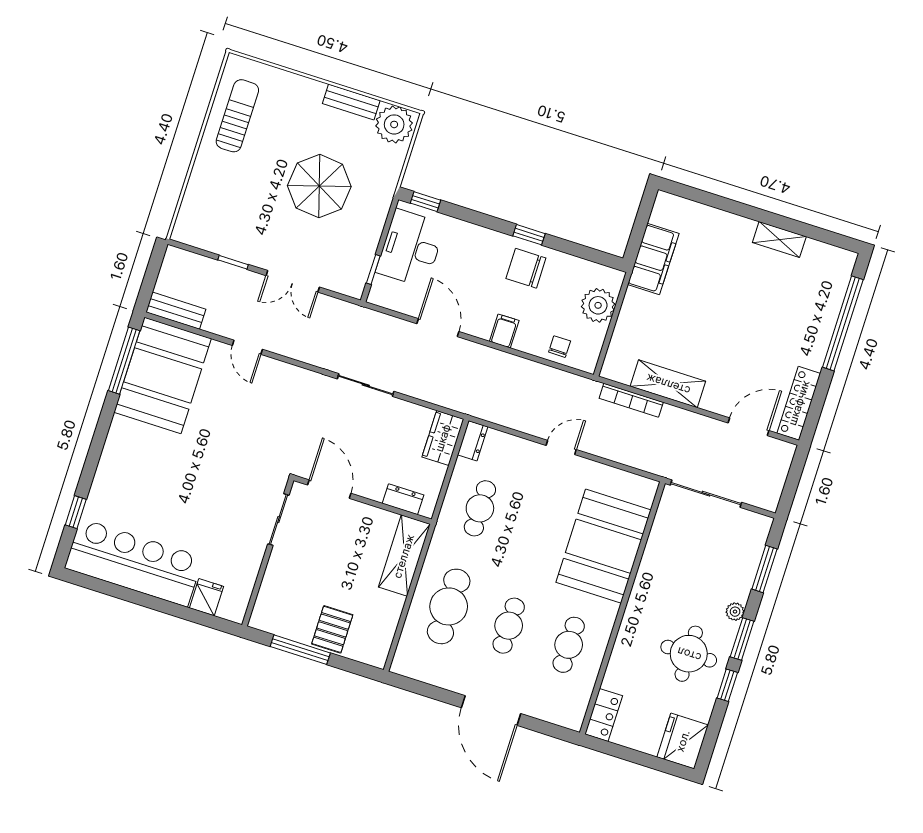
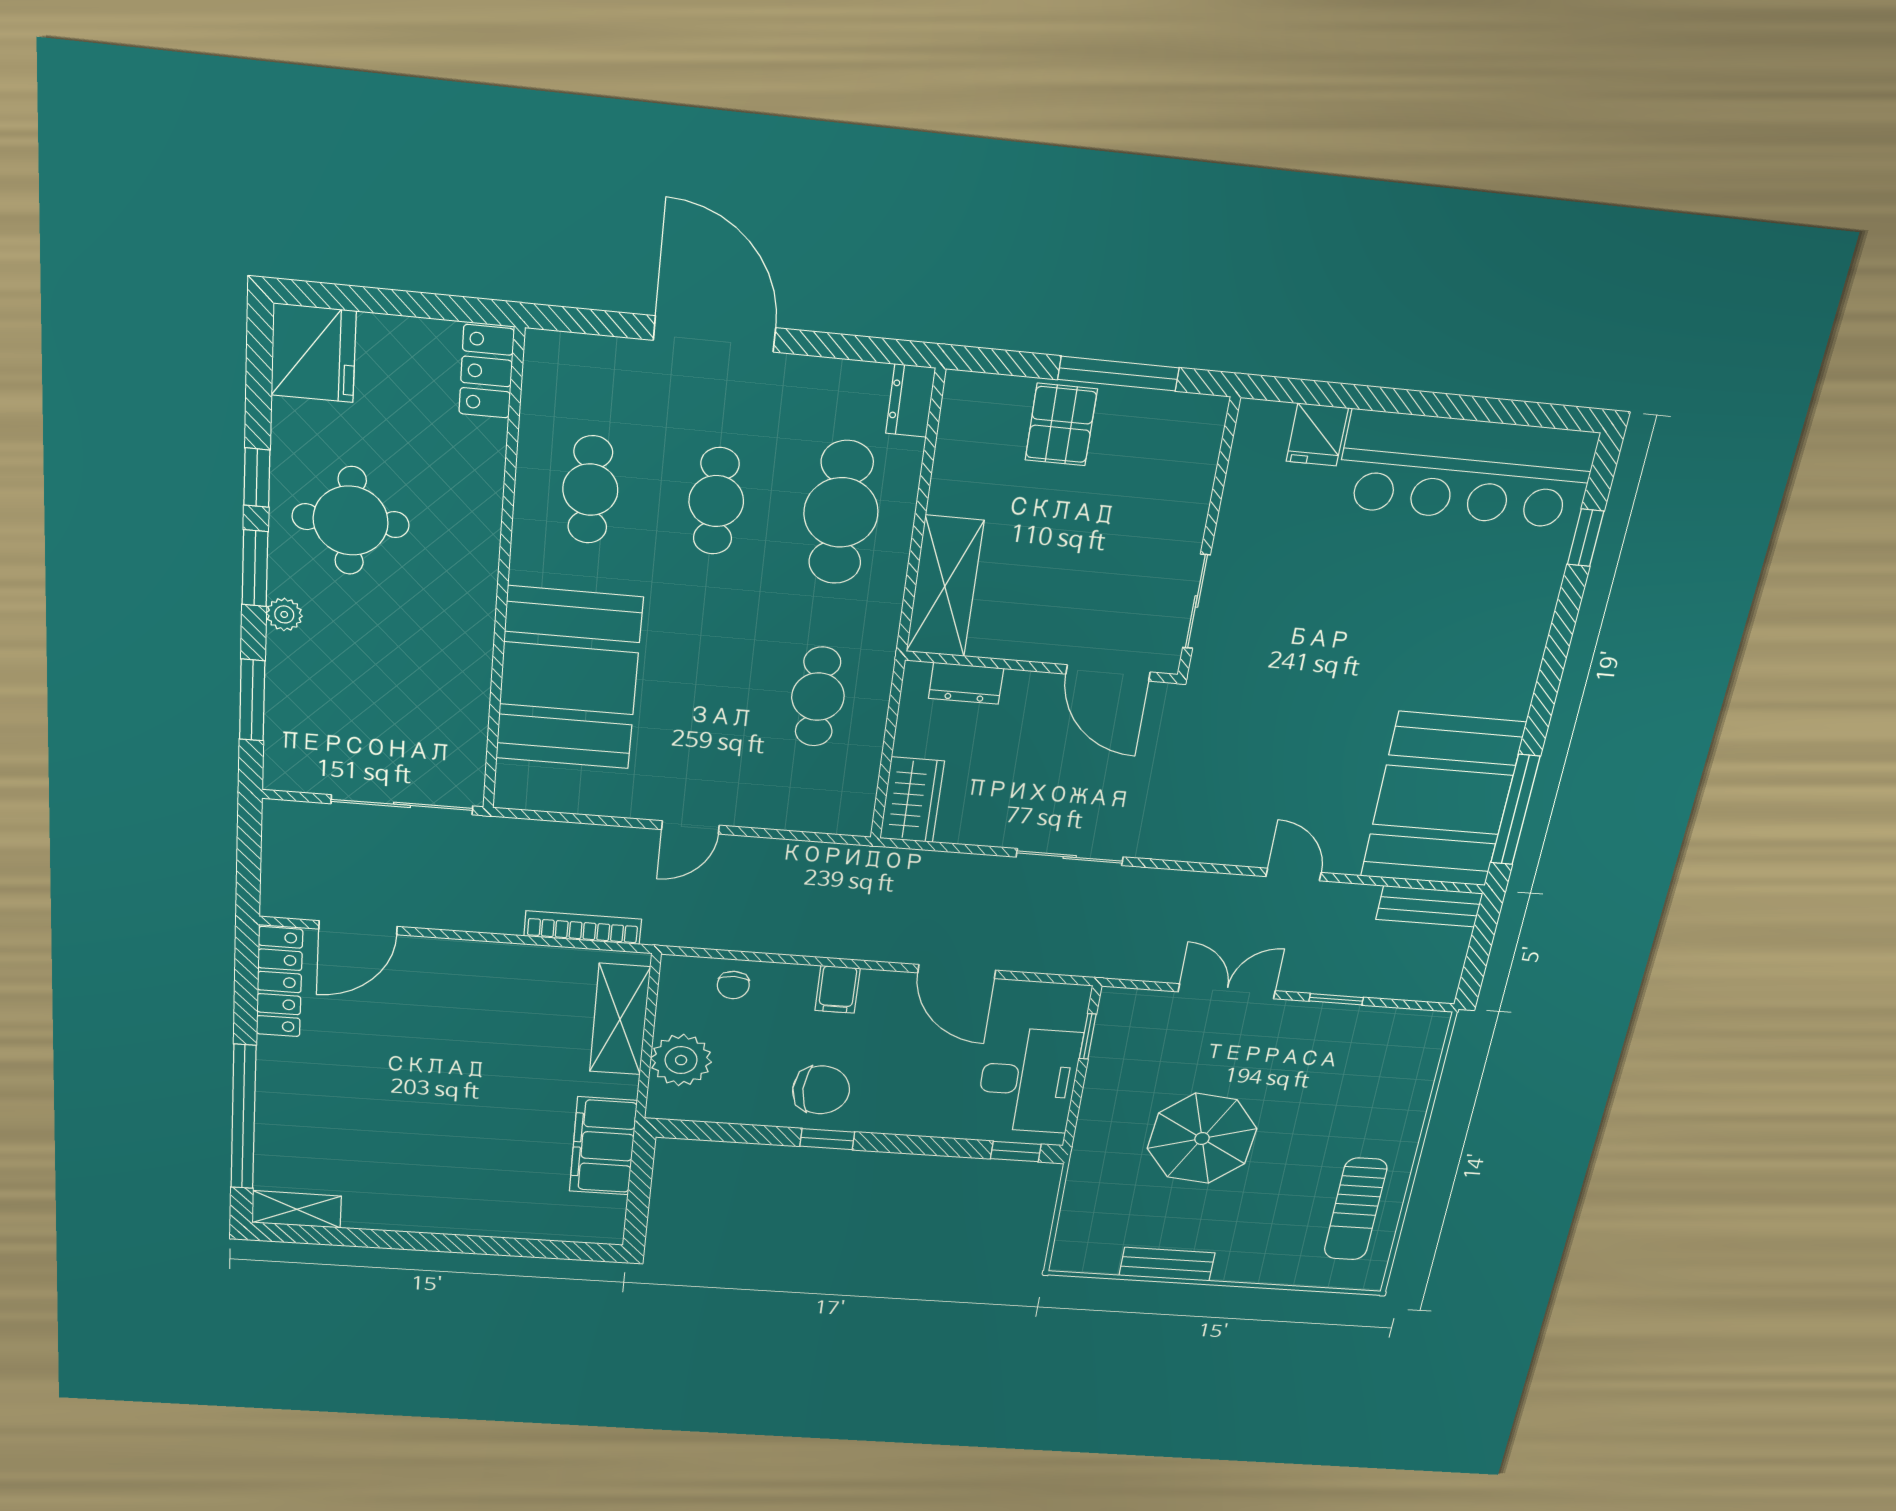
plant: (394, 124) -> (1090, 1248), removed
shelving: (779, 239) -> (297, 1209), moved
shelving: (668, 384) -> (620, 1019), moved, turned 90
dresser: (473, 441) -> (911, 401), moved

